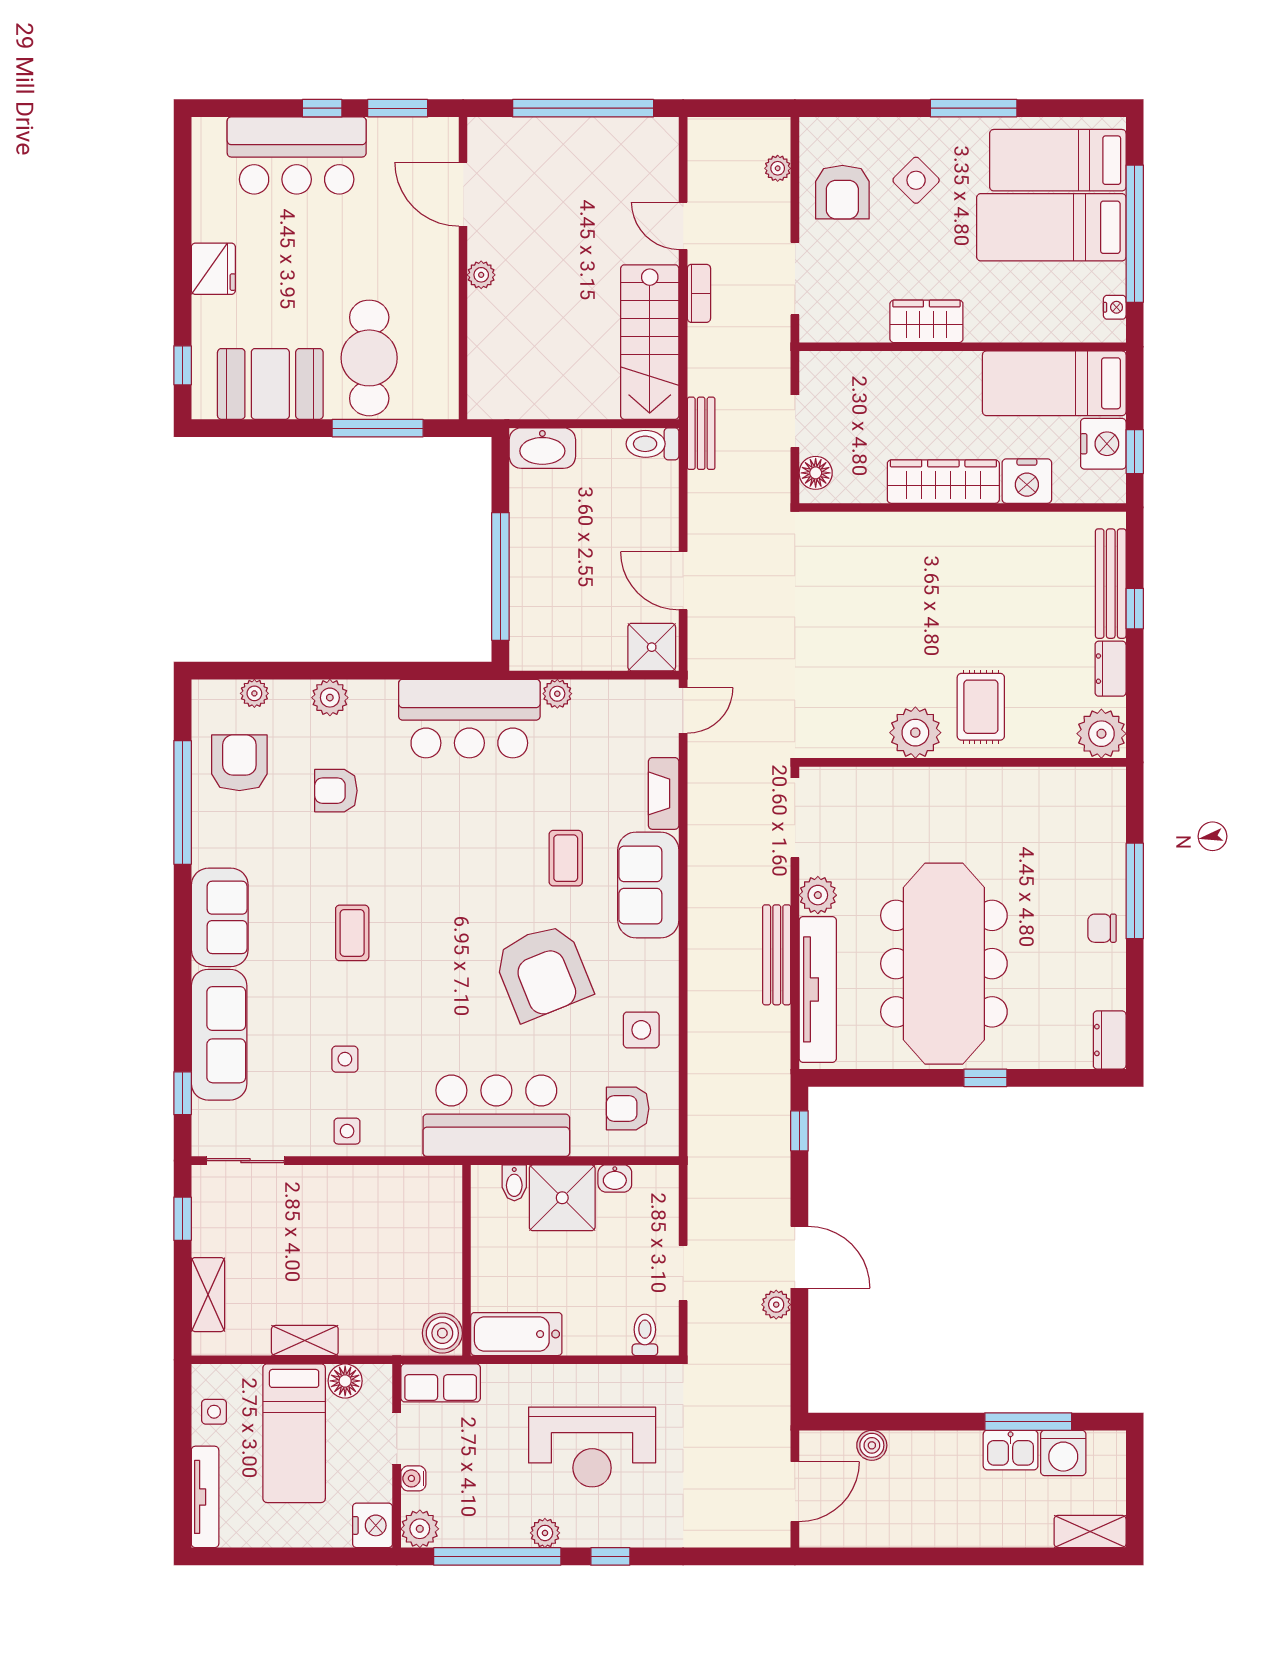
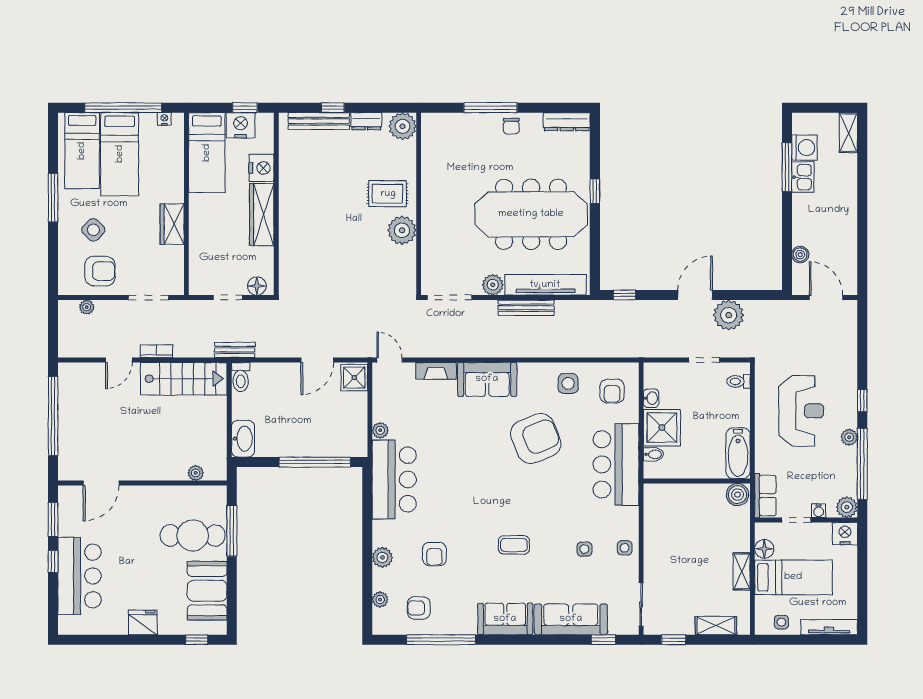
plant: (481, 275) -> (196, 473), moved
armchair: (239, 763) -> (419, 608), width x0.72, depth x0.72
coffee table: (566, 858) -> (472, 426), removed
dresser: (1110, 1040) -> (567, 122), width x1.44
plant: (776, 1305) -> (729, 315), width x1.88, depth x1.88

